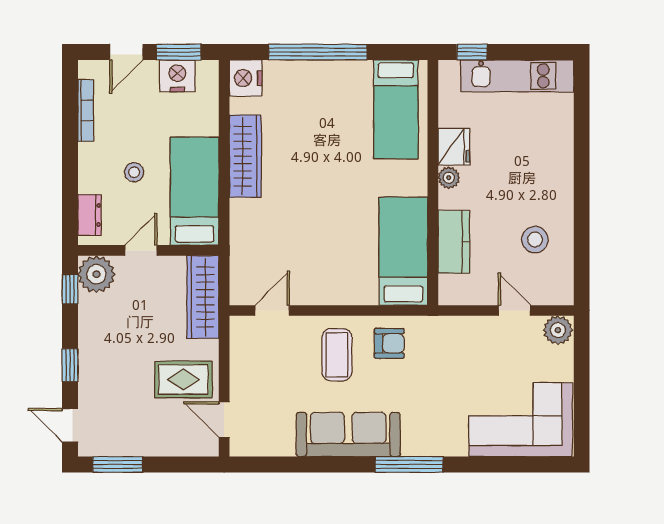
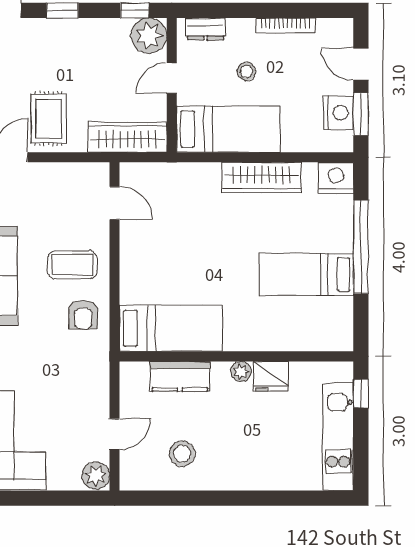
bed: (396, 109) -> (306, 274), moved
bookcase: (86, 110) -> (285, 25), moved
door: (141, 250) -> (172, 78), swing flipped

